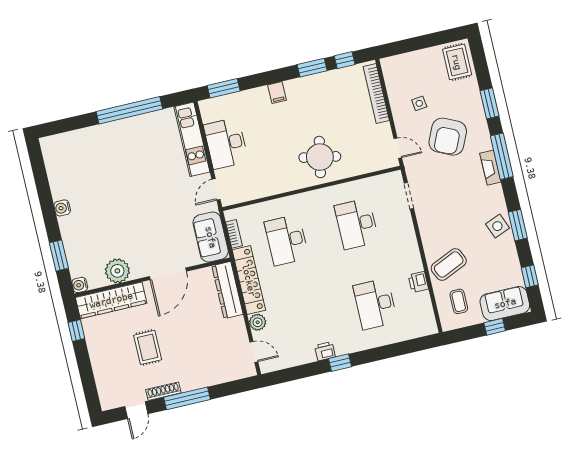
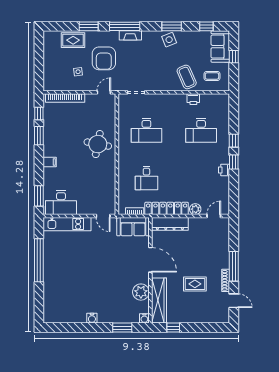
rug: (457, 62) -> (73, 40), moved
armchair: (448, 137) -> (104, 58), turned 65
desk: (226, 143) -> (61, 203), moved
desk: (287, 240) -> (146, 178), width x0.73
window: (371, 355) -> (234, 141), added

